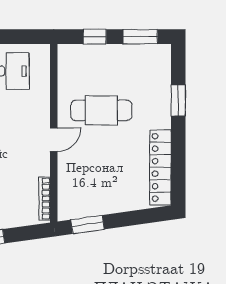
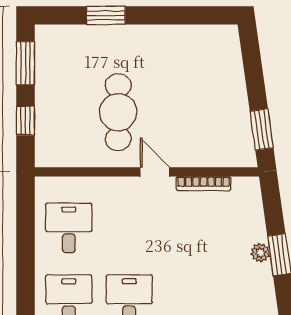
locker: (160, 167) -> (190, 38), removed
bookcase: (45, 199) -> (204, 183), moved

